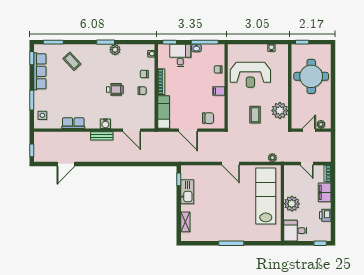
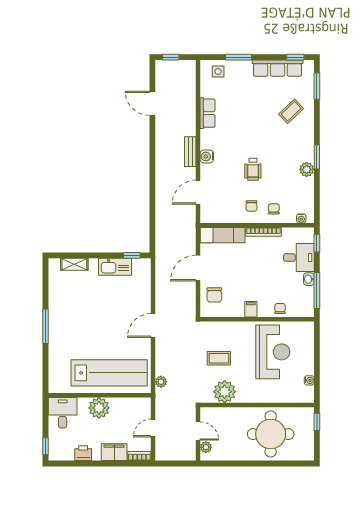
reception desk: (250, 75) -> (273, 352), turned 180

